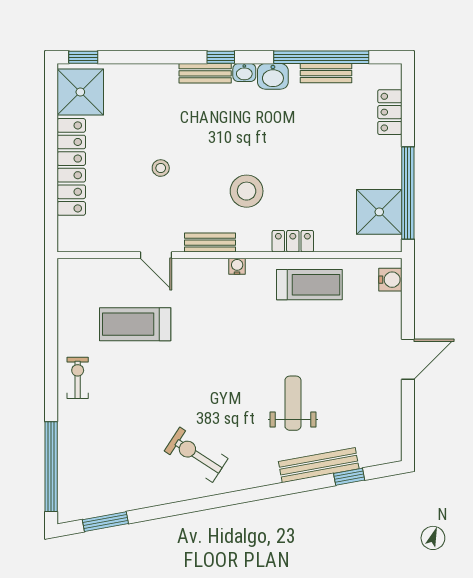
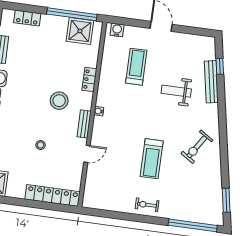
locker: (71, 167) -> (53, 195), moved
treadmill: (309, 285) -> (136, 67), moved
treadmill: (135, 324) -> (152, 159), moved

